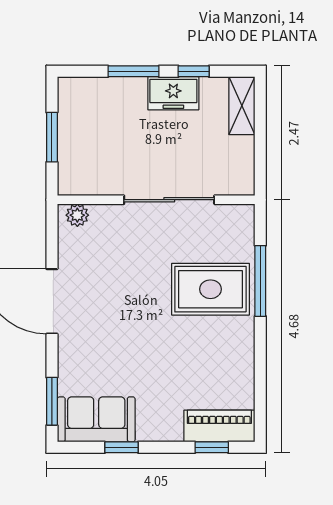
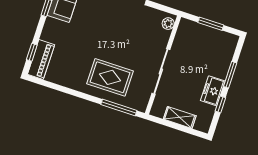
shelving: (242, 106) -> (180, 117), moved
window: (260, 281) -> (119, 107), moved
rug: (211, 289) -> (110, 77), turned 90

